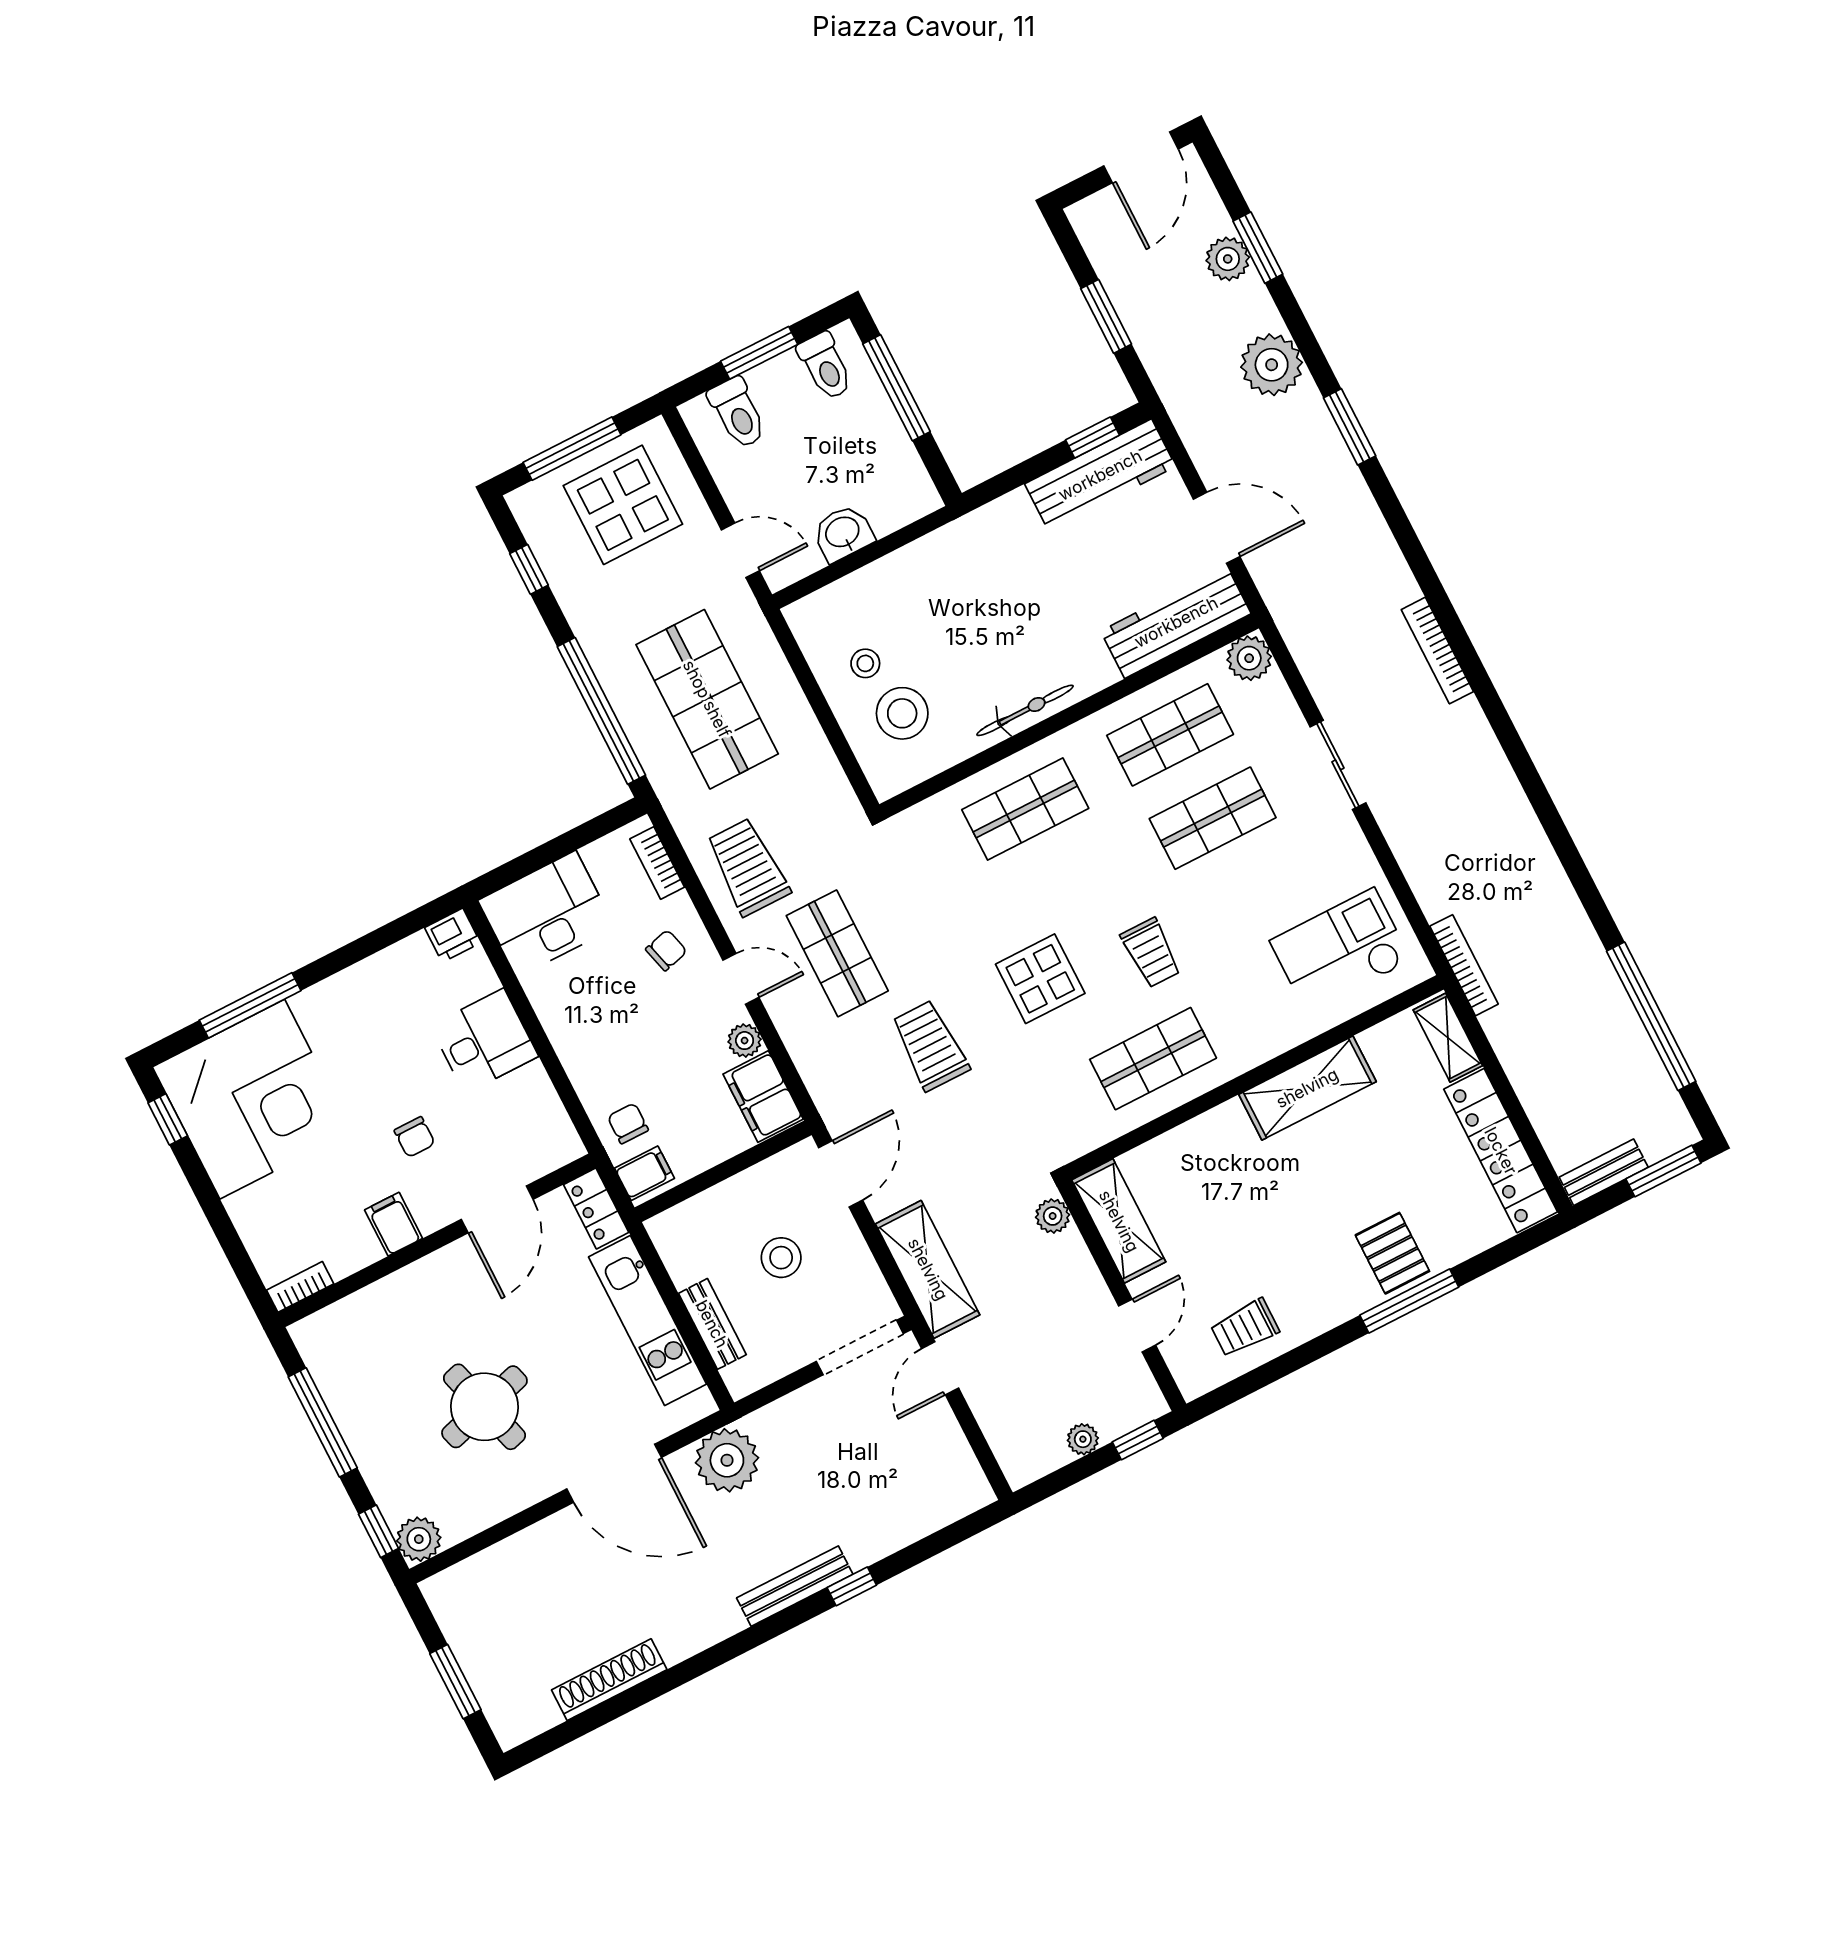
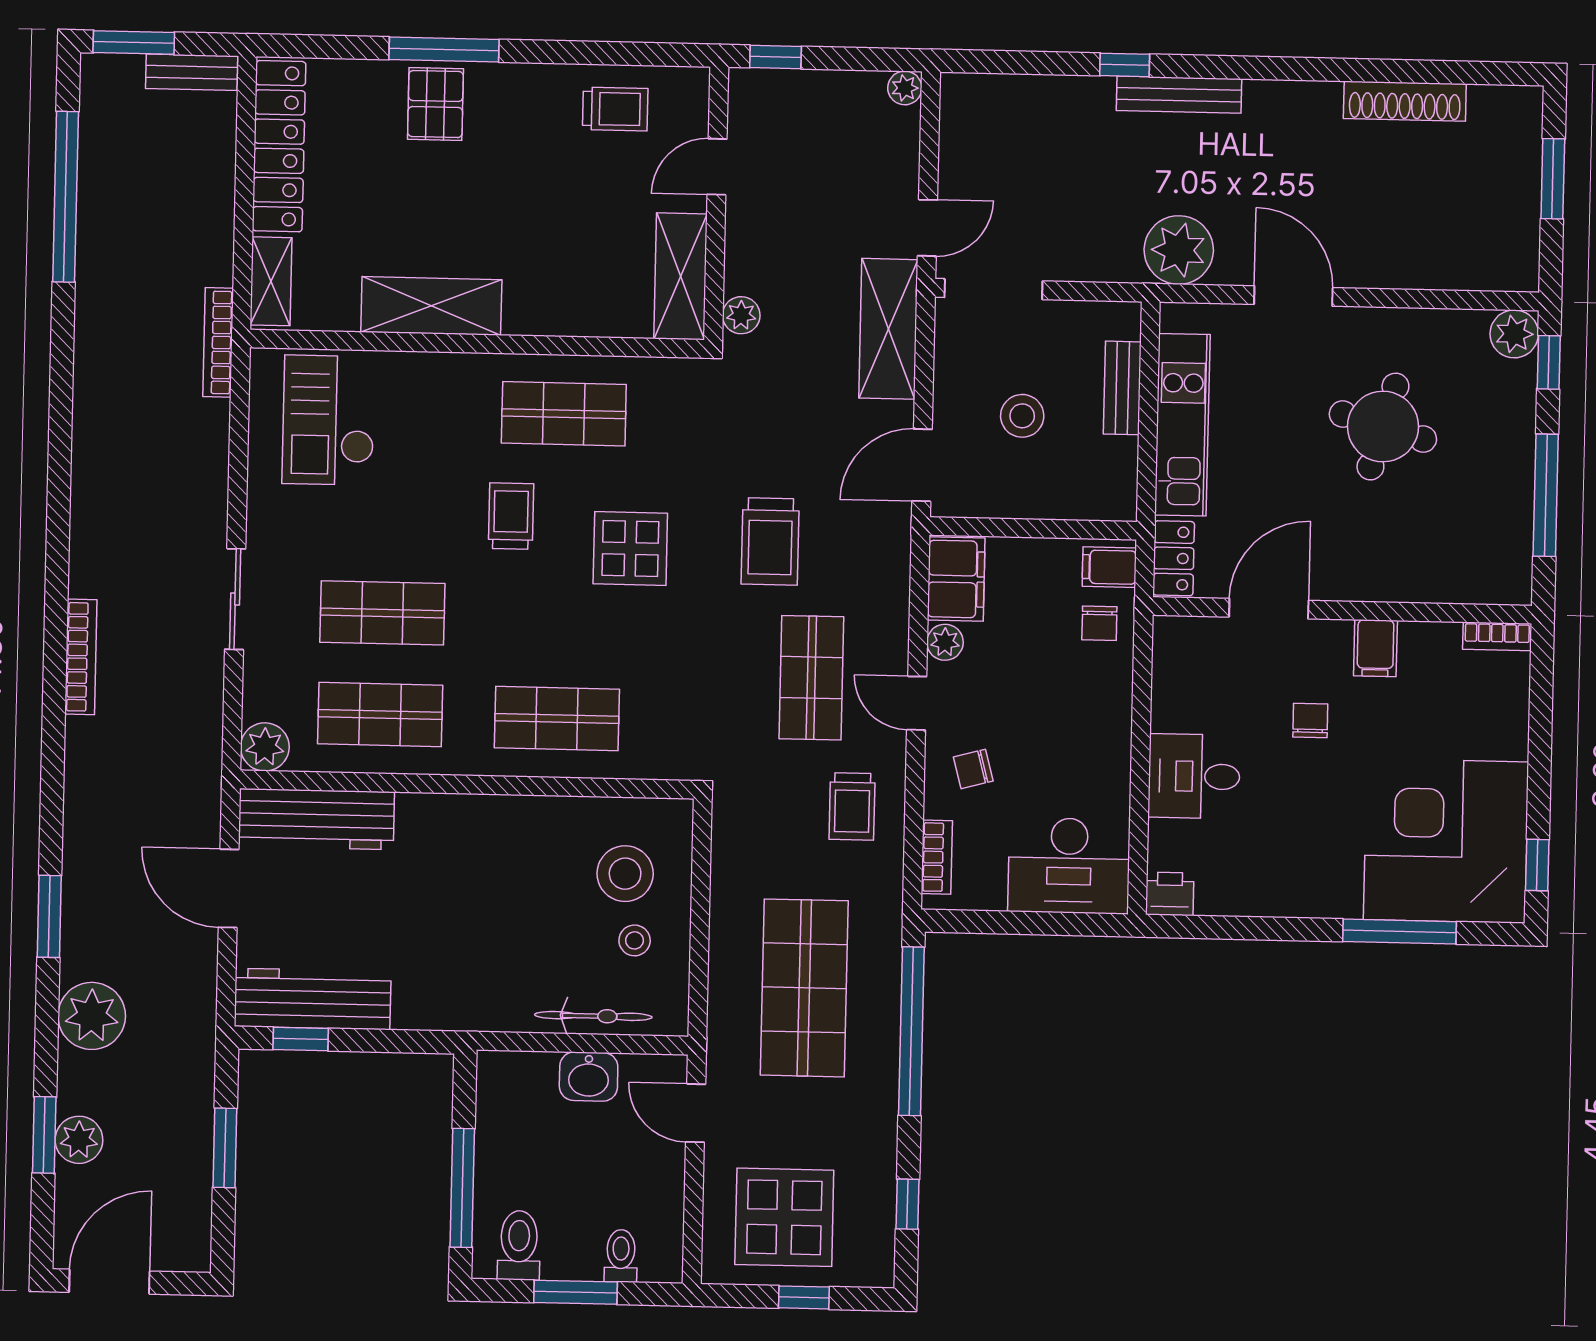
toilet: (738, 413) -> (621, 1256), width x0.73, depth x0.72
window: (572, 449) -> (804, 1297), width x0.46
bicycle: (1025, 710) -> (593, 1016), moved, turned 180
trolley: (748, 867) -> (852, 806), width x0.73, depth x0.72
checkout: (1340, 951) -> (329, 420), turned 90
round table: (484, 1407) -> (1383, 427), turned 32
plant: (1083, 1439) -> (905, 88), moved
door: (614, 1473) -> (1293, 296), width x0.73

